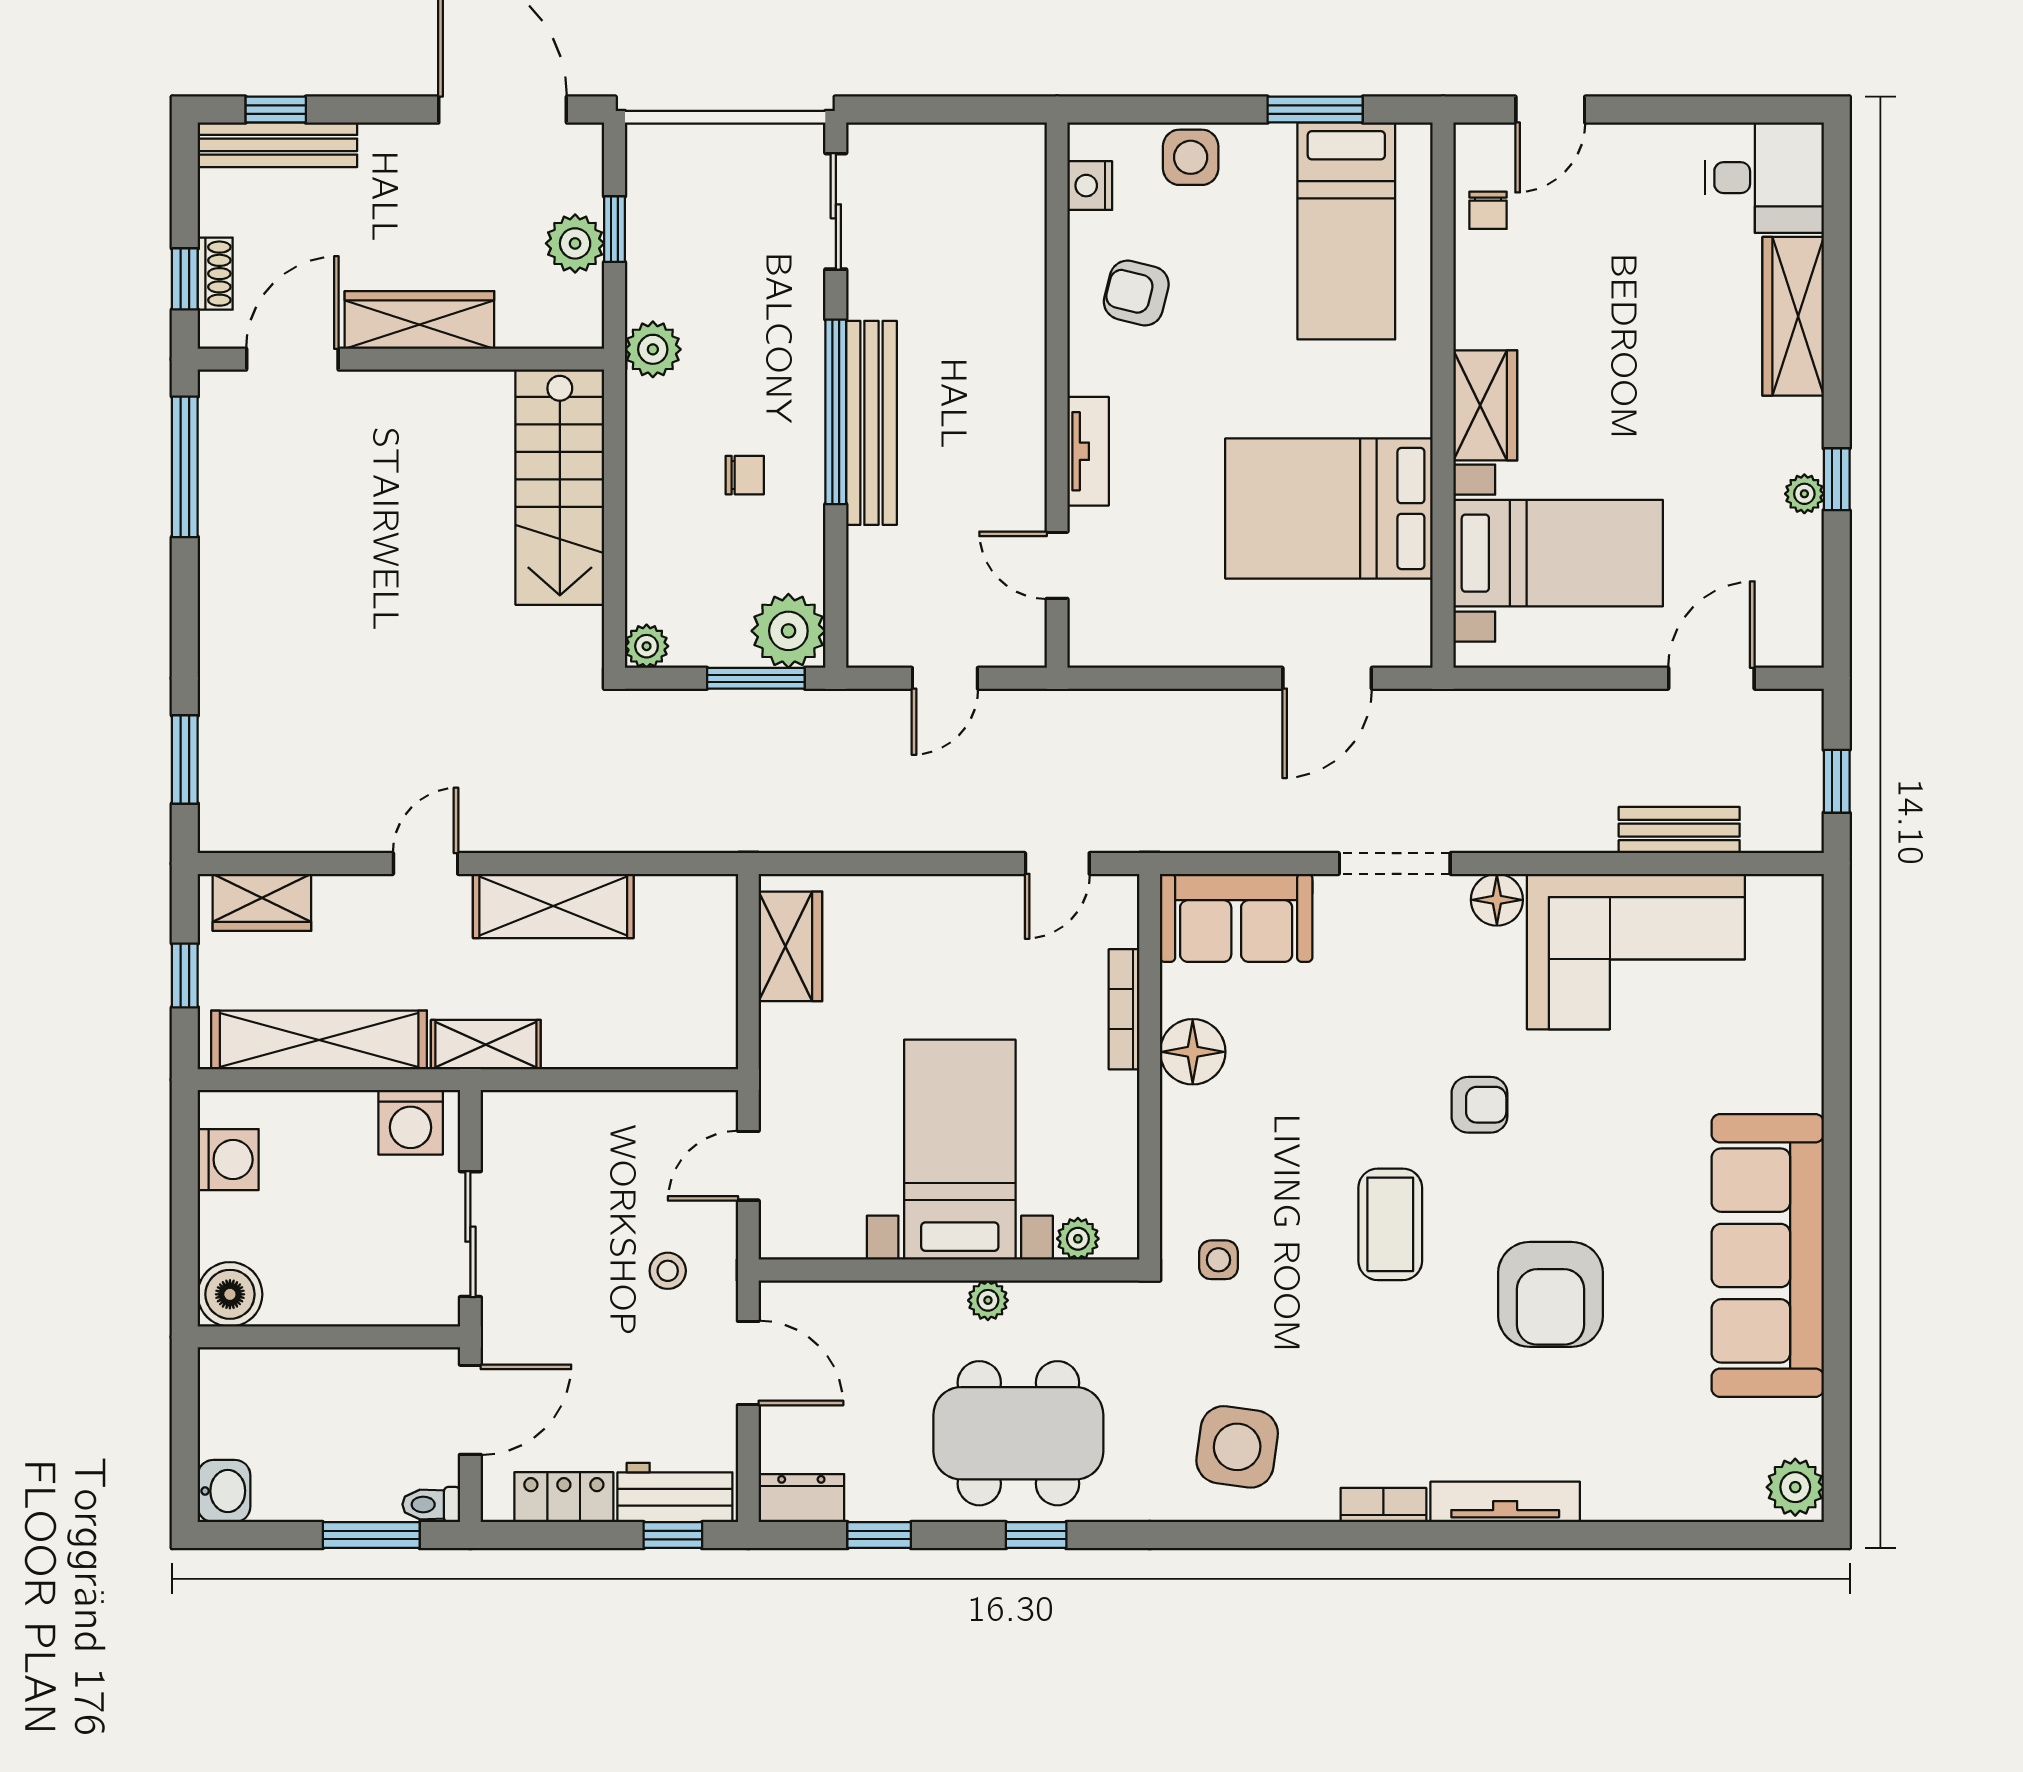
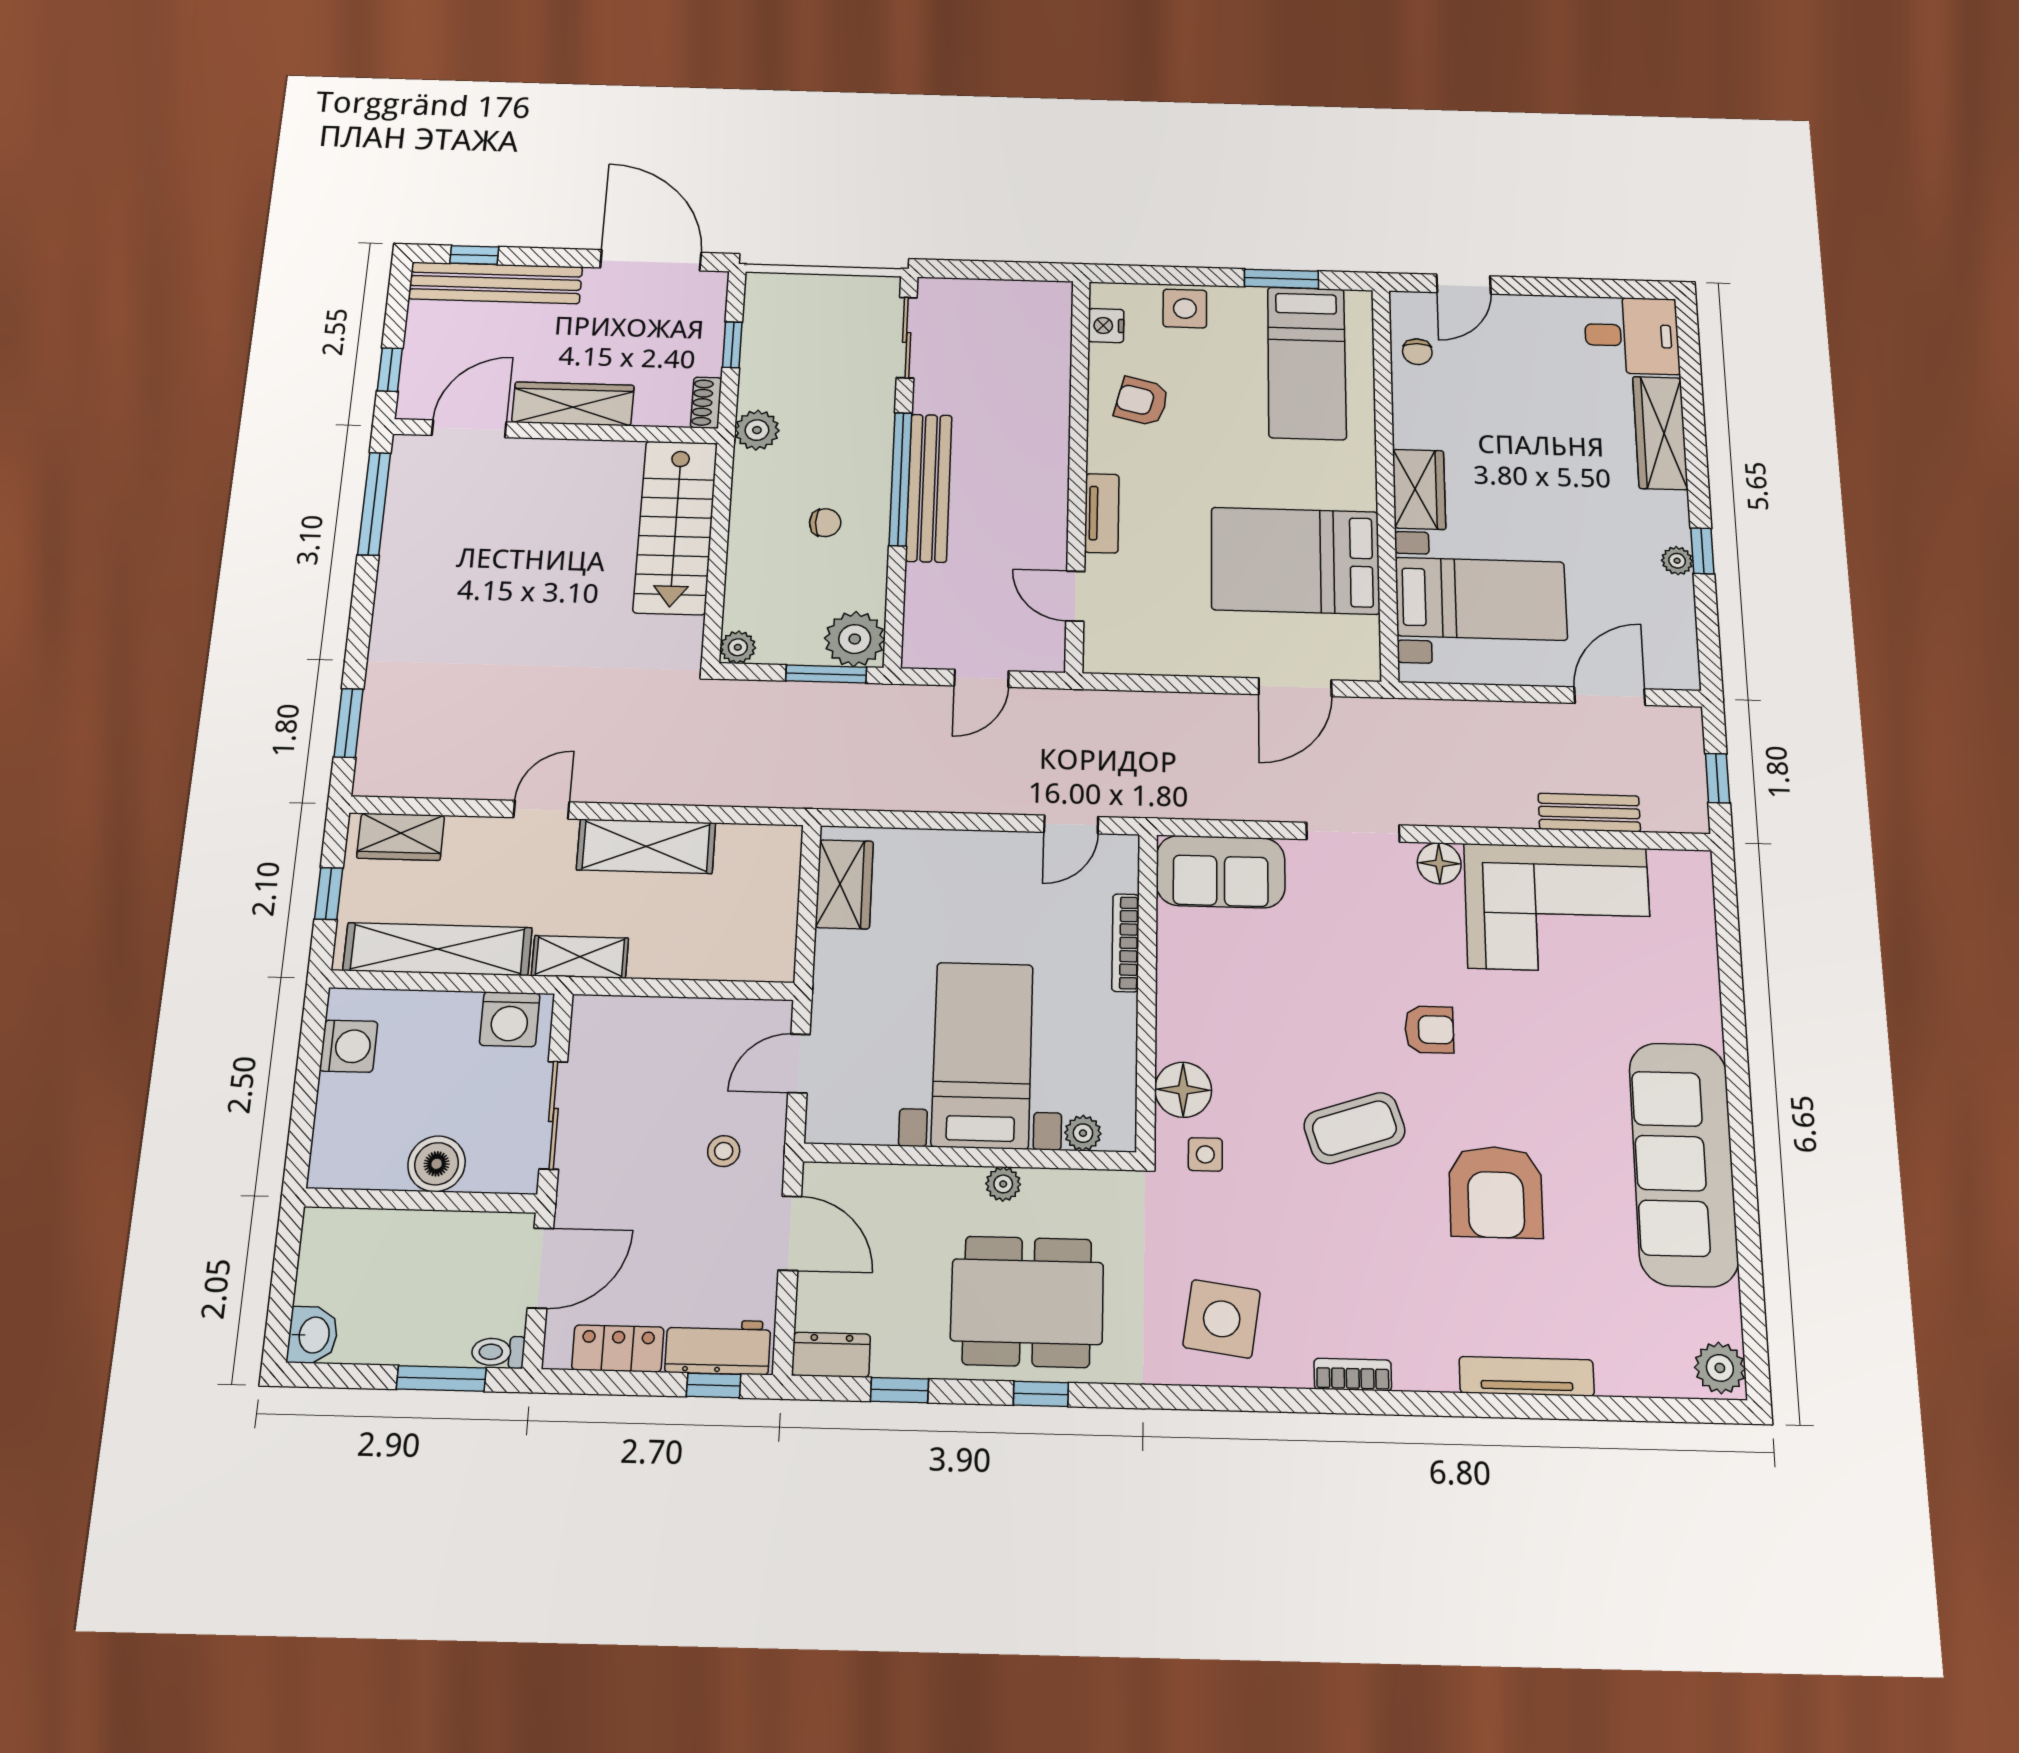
bench: (277, 145) -> (496, 283), width x1.37, depth x1.21
plant: (575, 243) -> (700, 354), removed
shoe rack: (215, 274) -> (706, 403), moved, turned 180
floor lamp: (1193, 1052) -> (1183, 1090), moved
coffee table: (1390, 1224) -> (1354, 1128), turned 72
boiler: (230, 1294) -> (437, 1164), moved
tv unit: (1505, 1502) -> (1527, 1376), moved

